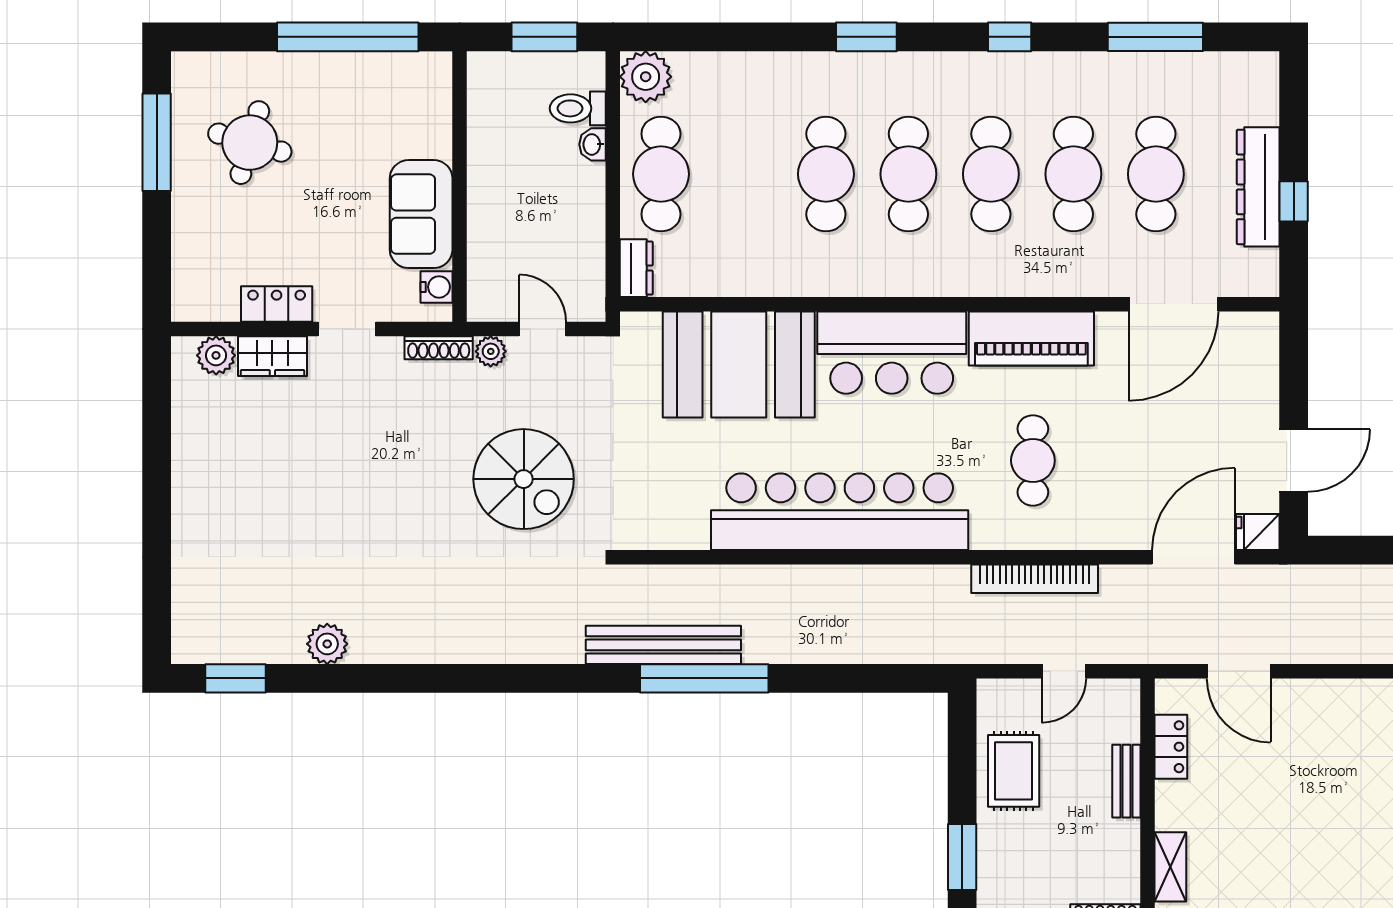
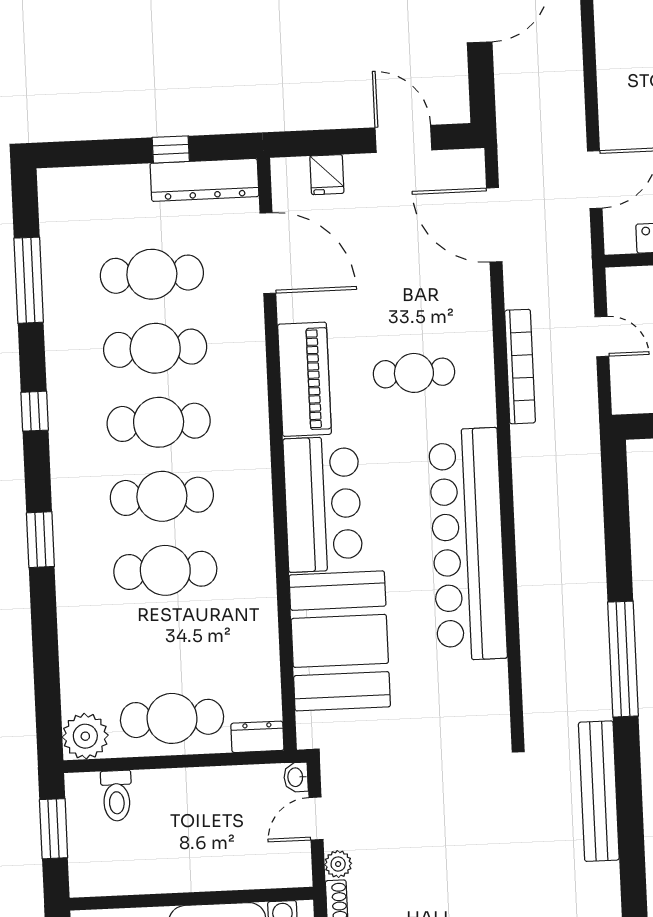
washbasin: (593, 144) -> (296, 777), moved, turned 90
dresser: (1258, 187) -> (204, 180), moved
spiral stairs: (524, 479) -> (451, 829), removed
fridge: (1258, 532) -> (327, 175), moved
bench: (663, 645) -> (599, 791), moved

